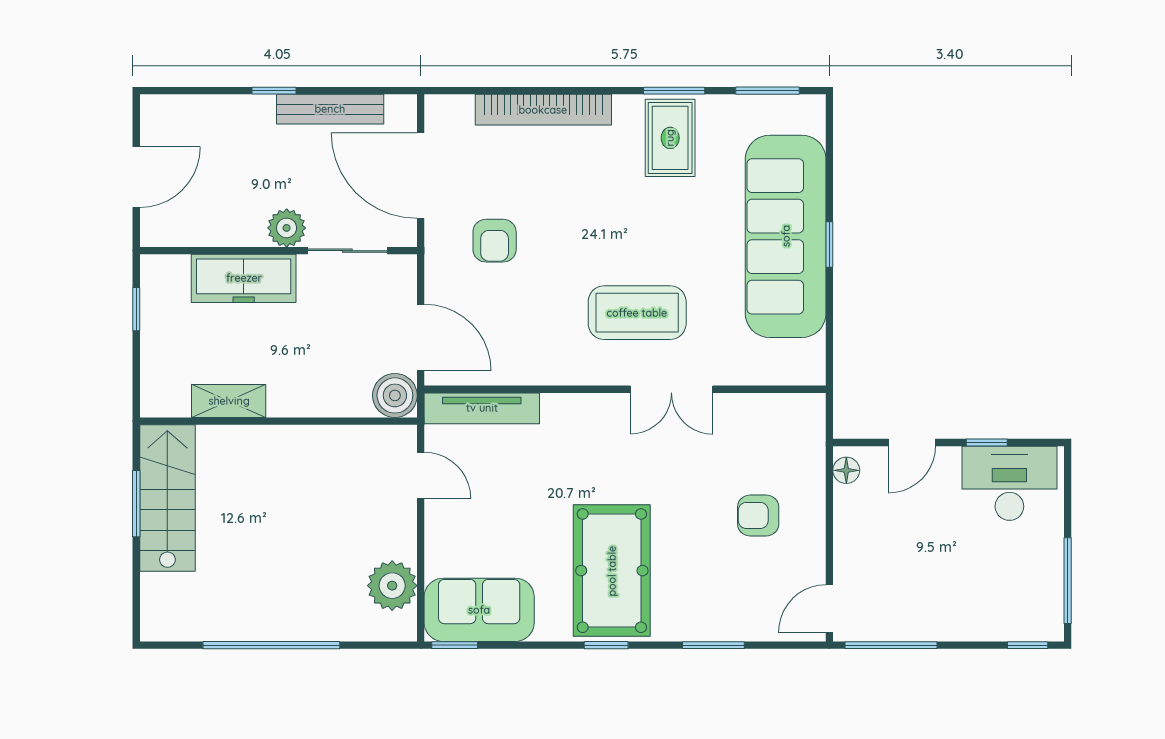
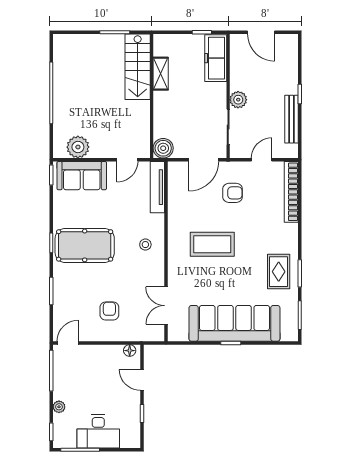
bookcase: (543, 110) -> (291, 192), moved
rug: (670, 138) -> (279, 272), turned 90
door: (421, 176) -> (262, 160), width x0.53
armchair: (495, 241) -> (233, 193), turned 180
freezer: (244, 278) -> (216, 58), moved
coffee table: (637, 313) -> (212, 244), moved, turned 90
door: (421, 337) -> (204, 160), moved
double door: (671, 389) -> (166, 306), moved
stool: (610, 435) -> (145, 245), added
desk: (1009, 483) -> (98, 431), moved, turned 90
stairs: (167, 498) -> (138, 67), moved, turned 90
door: (829, 608) -> (68, 343), hinge flipped
sofa: (479, 610) -> (82, 176), moved, turned 90
plant: (972, 628) -> (59, 407), added

